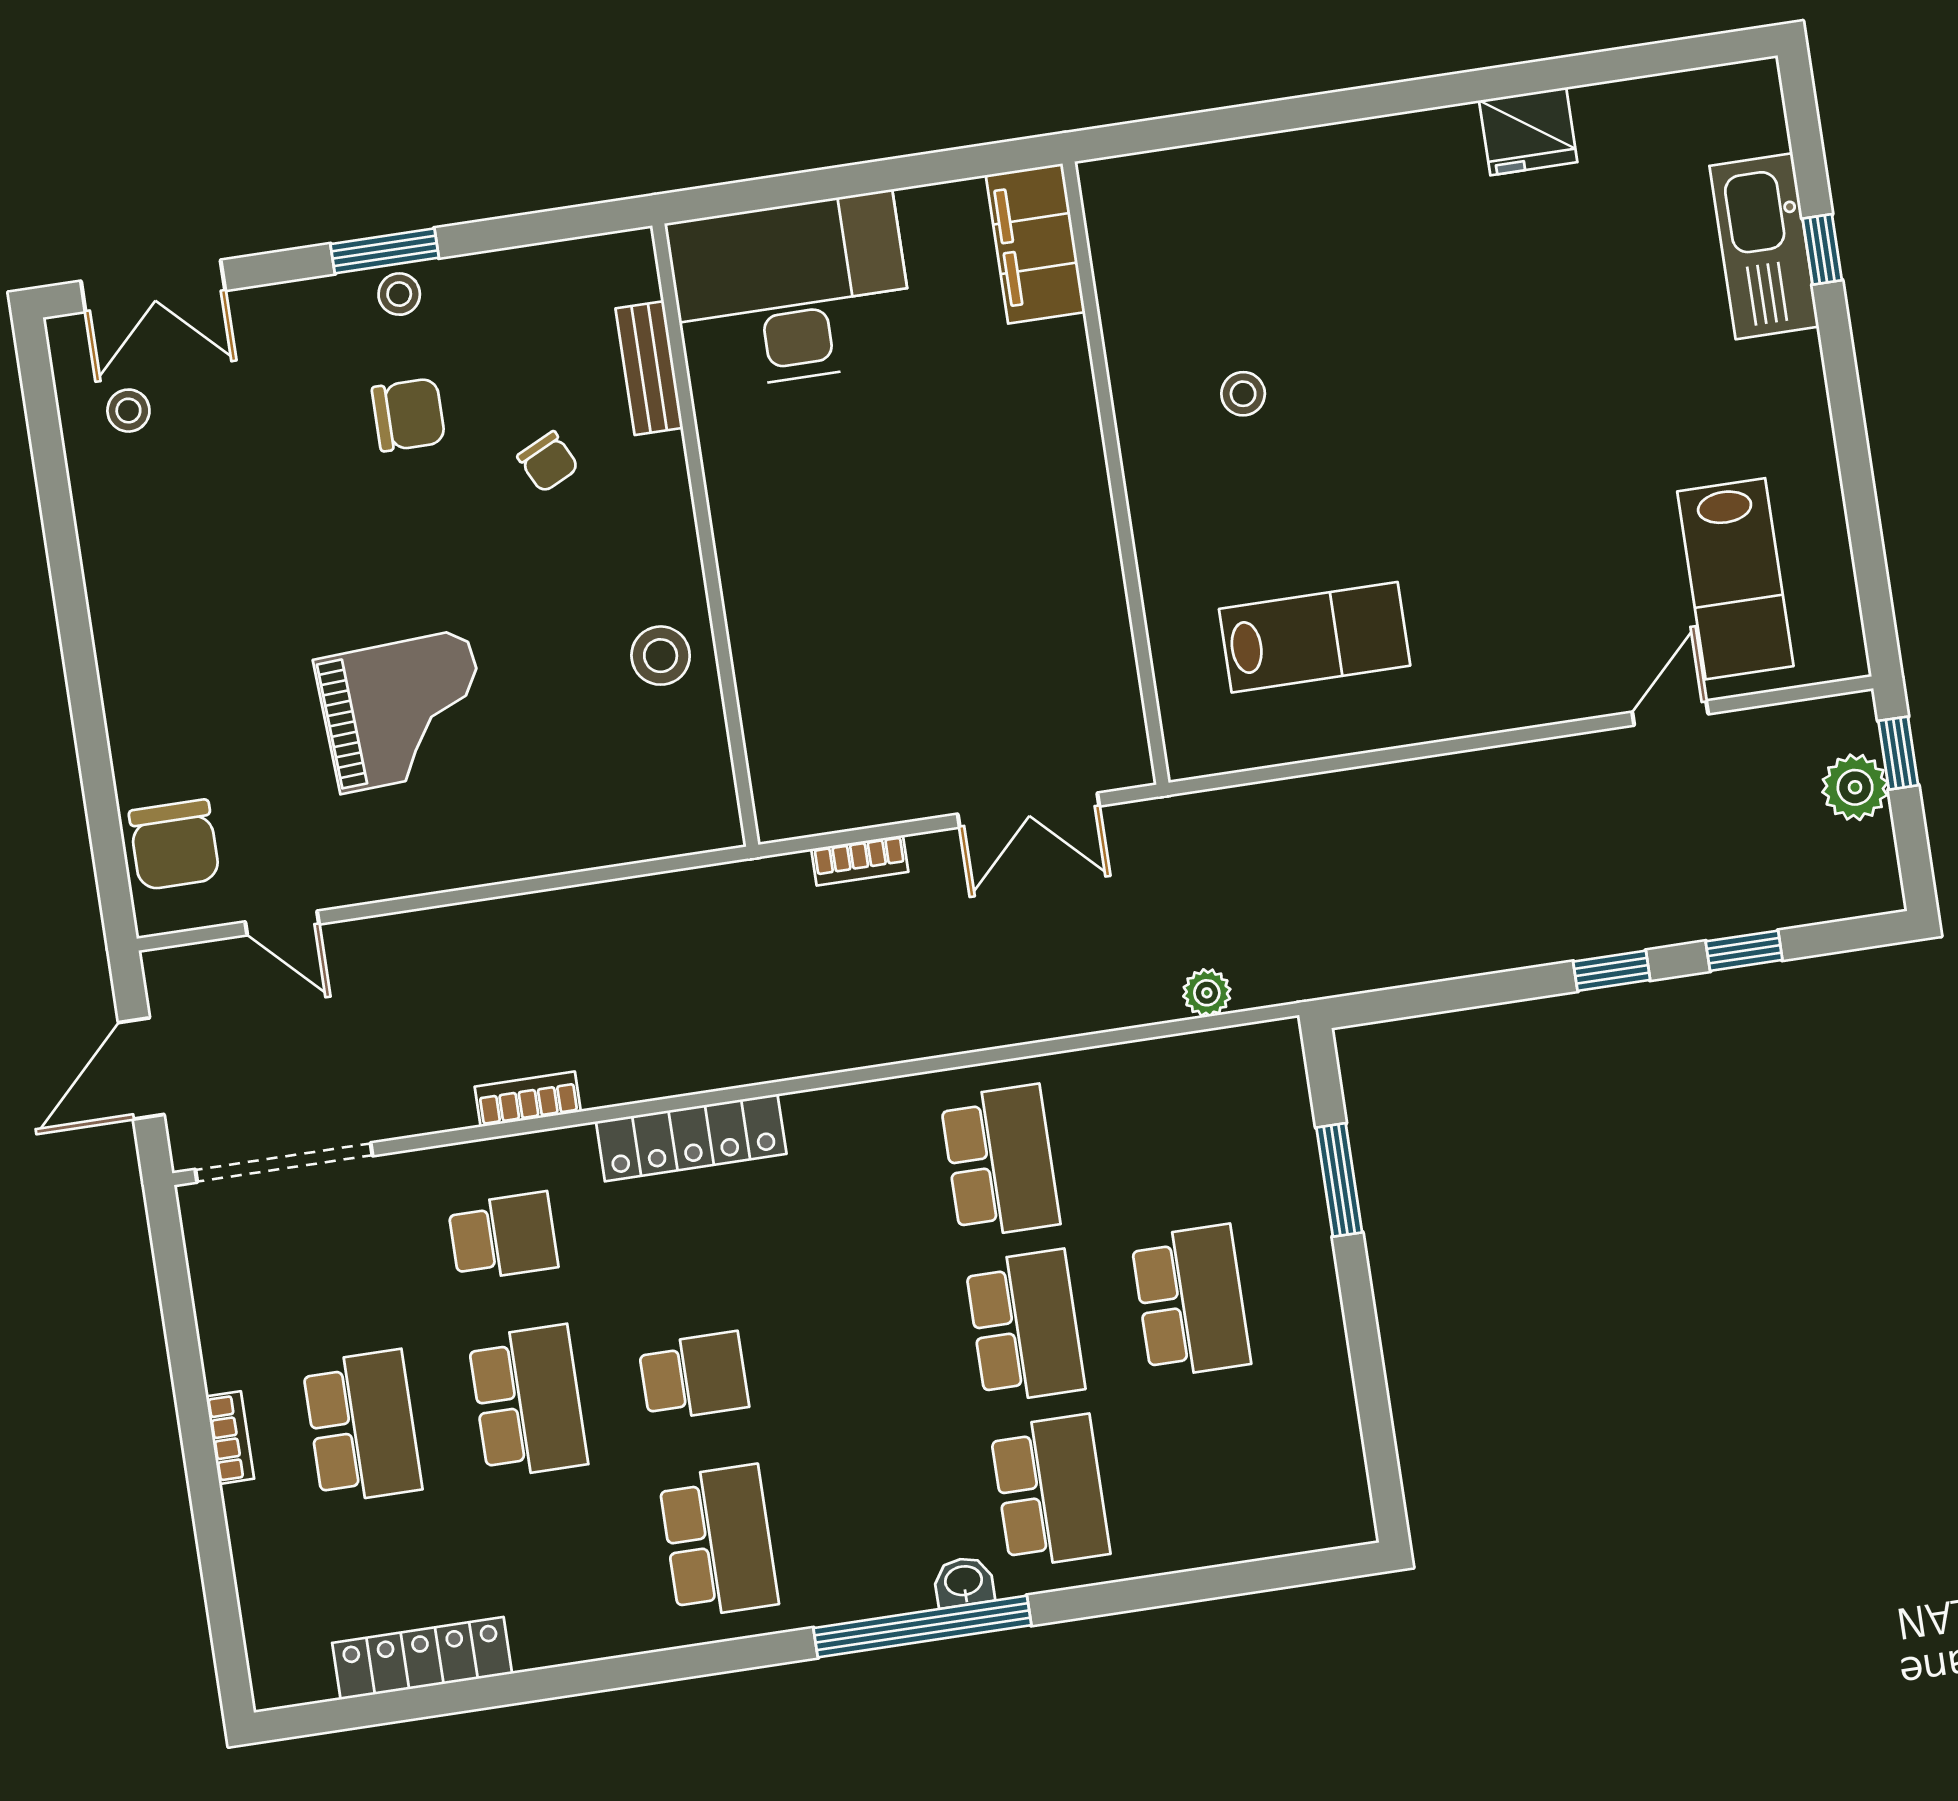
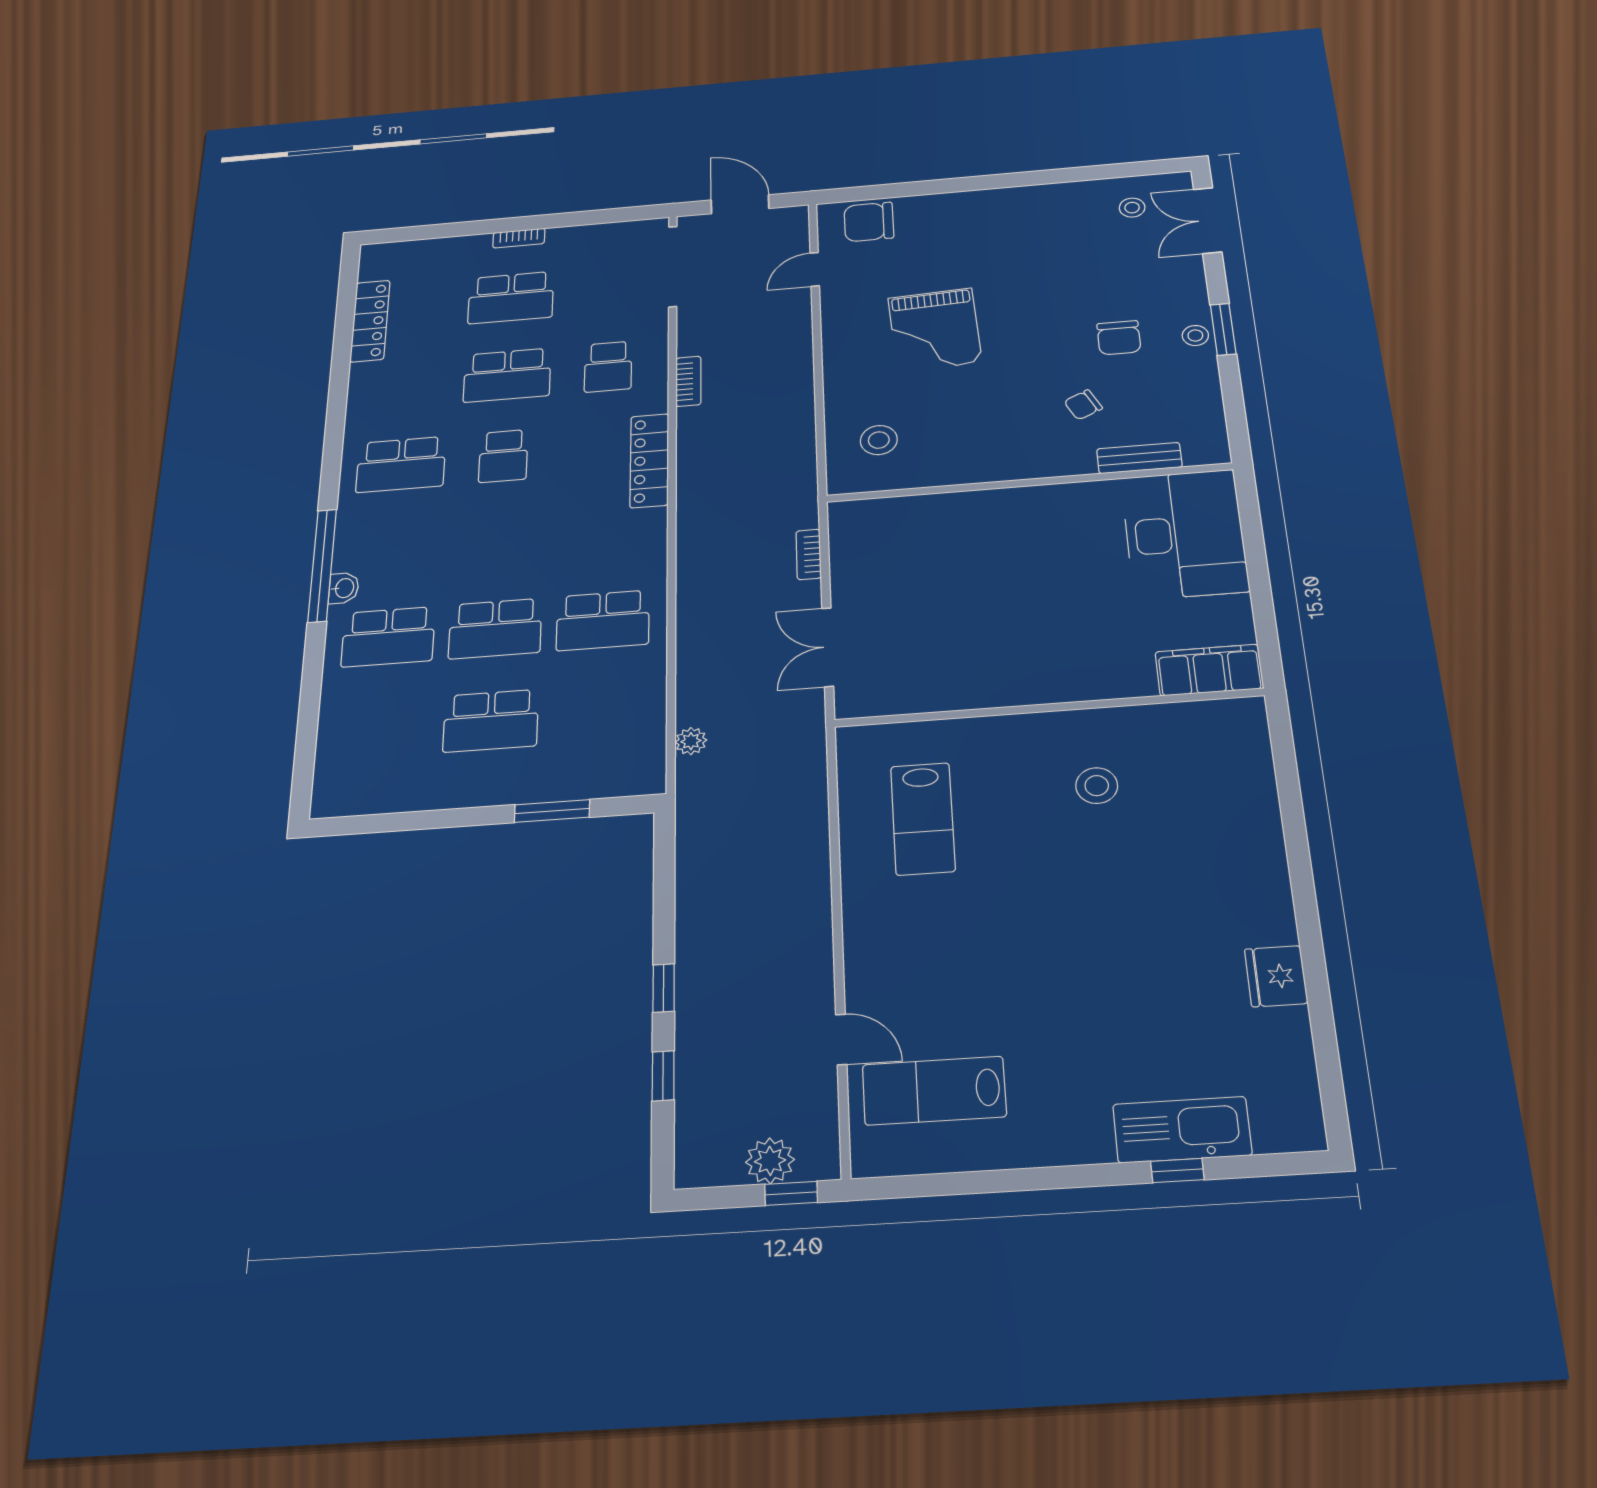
stool: (1243, 394) -> (1097, 786), width x1.37, depth x1.37
stool: (661, 656) -> (879, 440), moved

